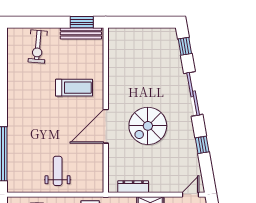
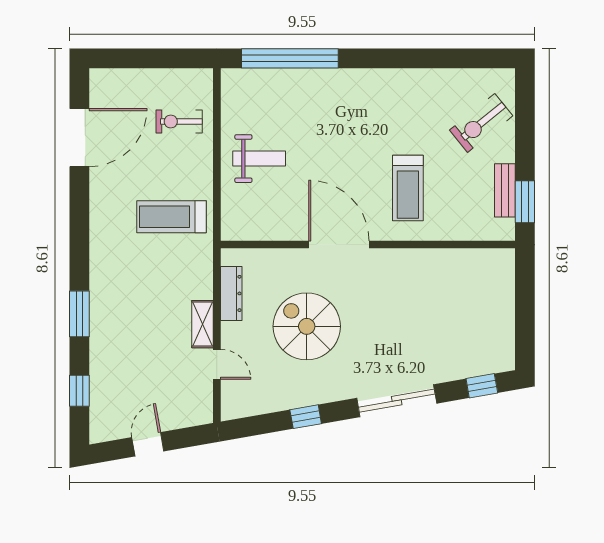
bench: (81, 33) -> (505, 190), width x0.73
exercise bike: (38, 47) -> (481, 123), turned -44
spiral stairs: (148, 126) -> (307, 326), moved
door: (190, 195) -> (217, 364), moved

